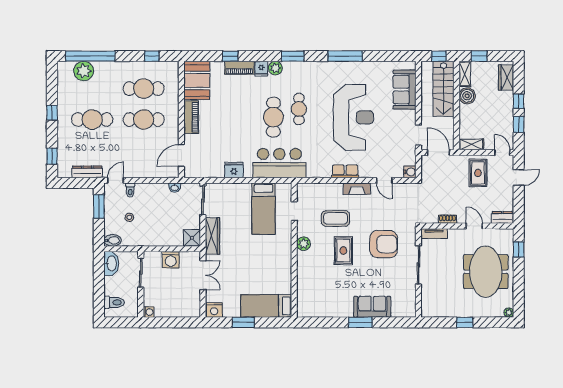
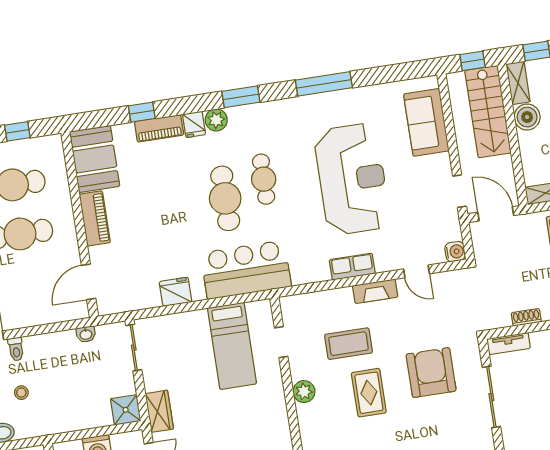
wardrobe: (213, 236) -> (159, 411), width x0.67
armchair: (384, 244) -> (431, 373), turned -90

